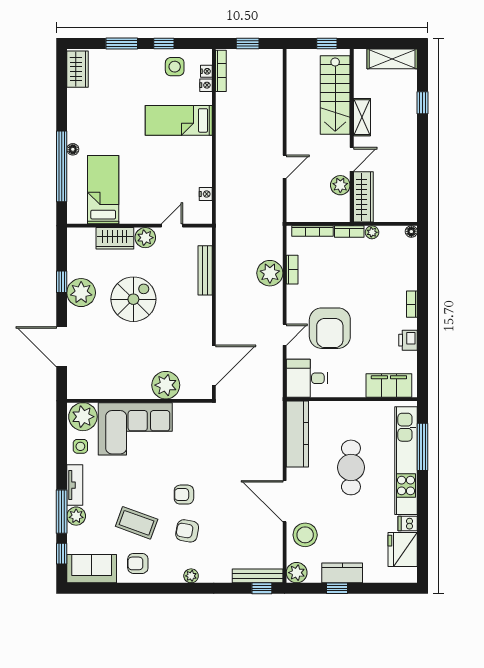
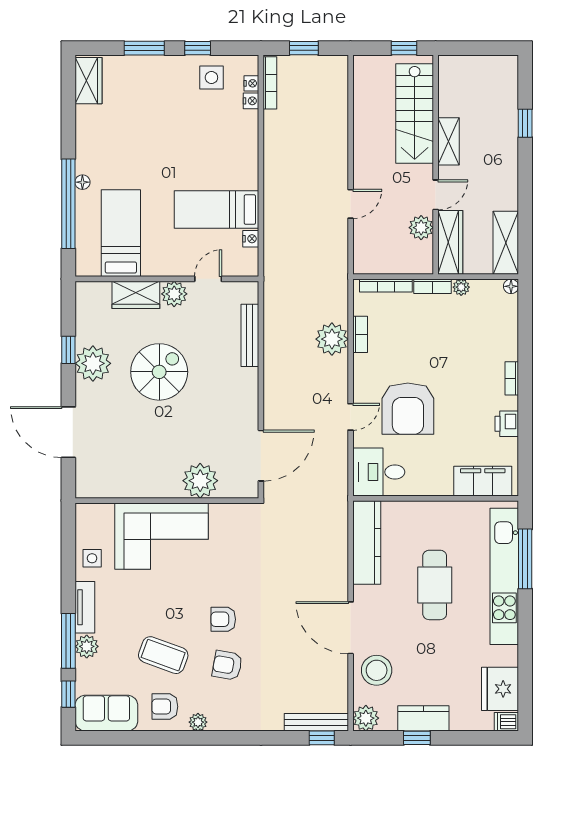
shelving: (392, 59) -> (506, 243), moved, turned 90
bed: (179, 120) -> (217, 210), moved
plant: (83, 417) -> (95, 521), removed
dishwasher: (408, 523) -> (506, 722), moved
plant: (191, 576) -> (198, 722), moved

